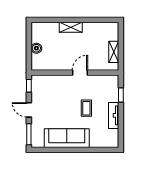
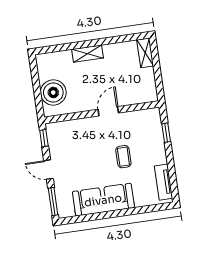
boiler: (36, 48) -> (53, 92), width x1.86, depth x1.86
shelving: (114, 52) -> (145, 53), moved
tv unit: (114, 115) -> (164, 182), moved

